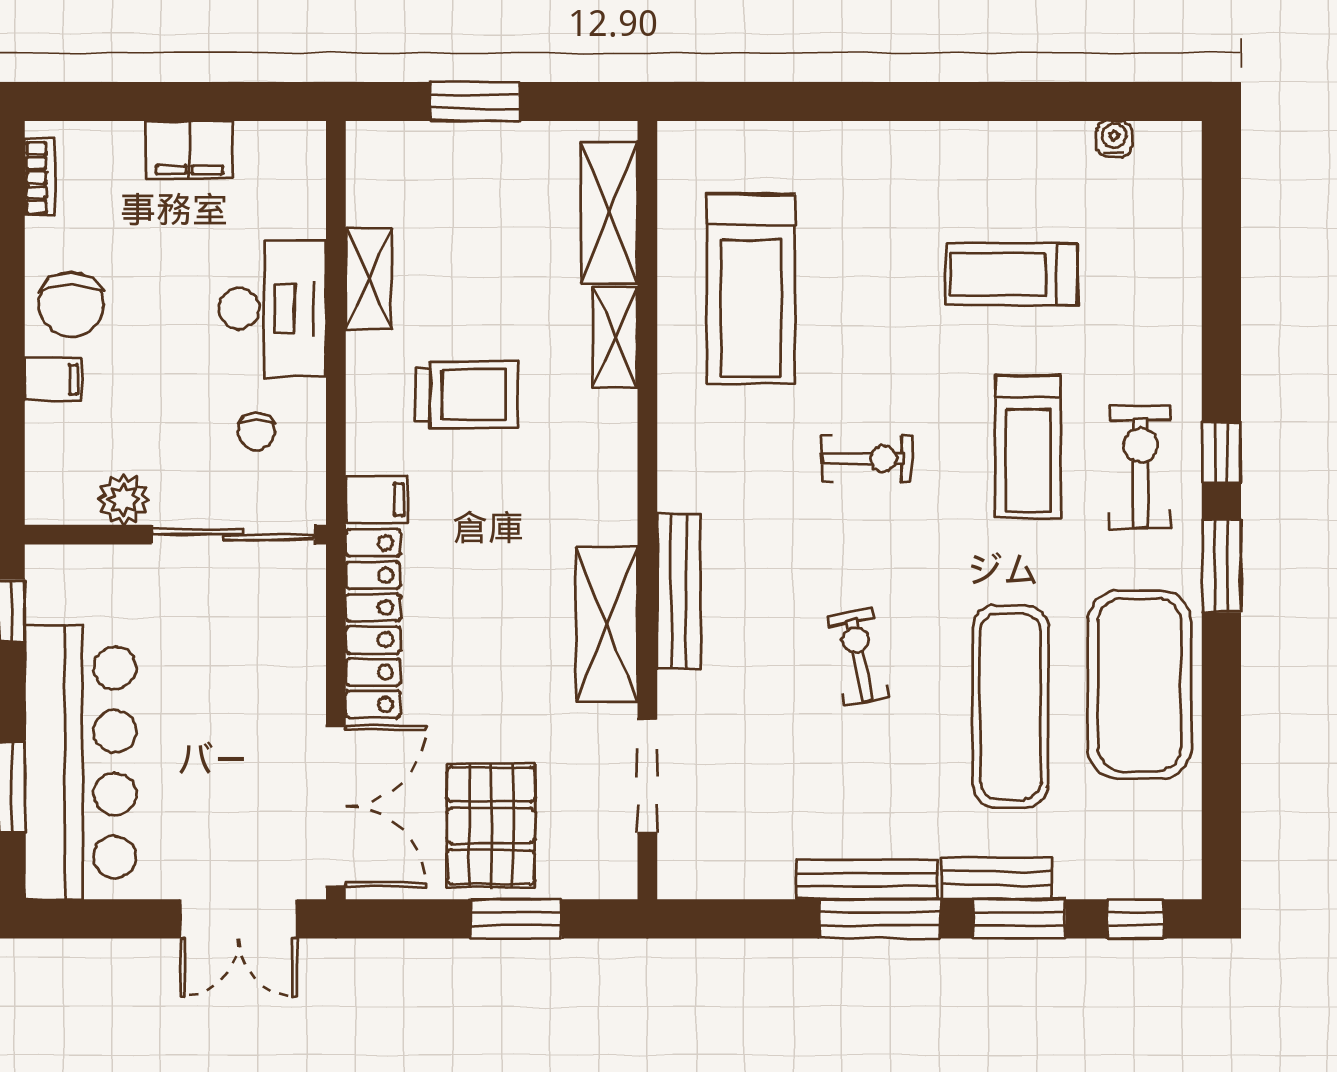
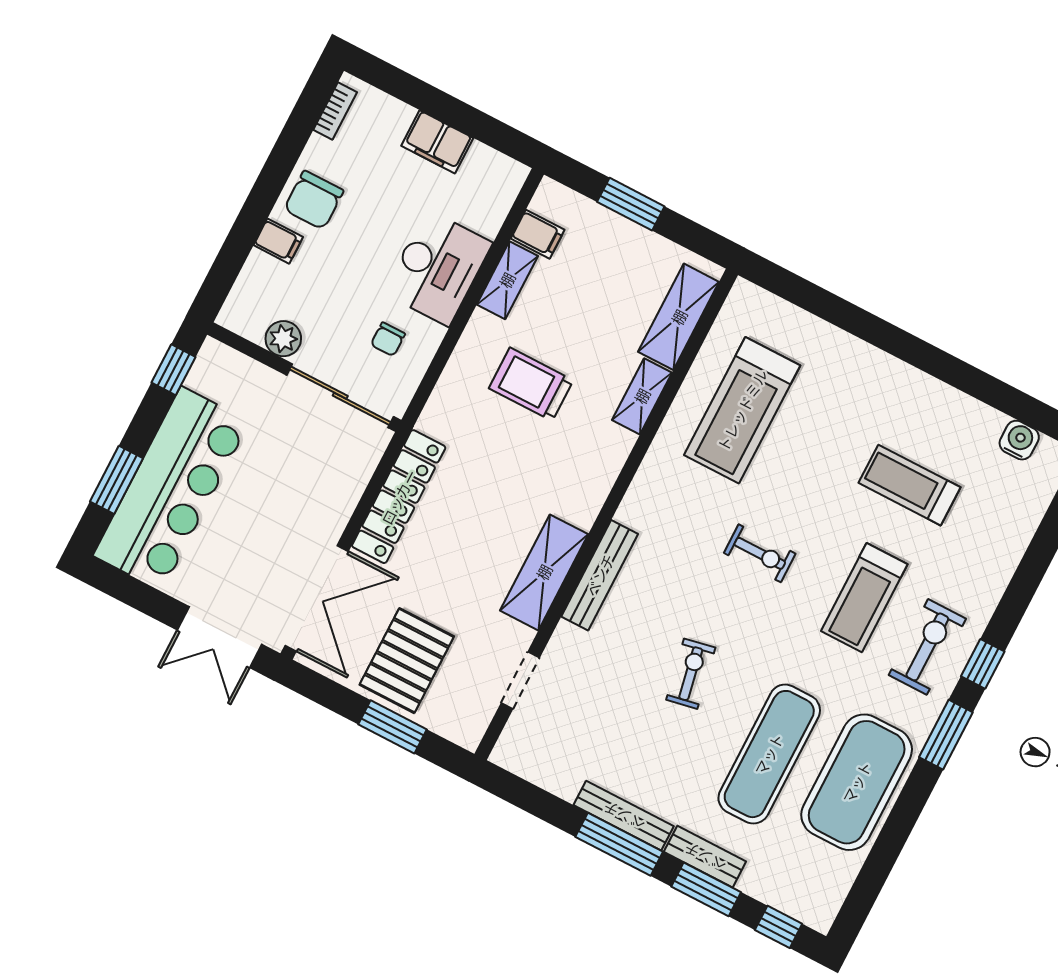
water cooler: (1114, 139) -> (1019, 440), width x1.38, depth x1.38
trolley: (467, 395) -> (531, 384), turned 180
filing cabinet: (377, 500) -> (538, 234), moved
doorway: (647, 776) -> (520, 680), width x0.73

